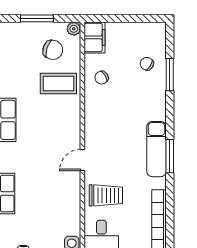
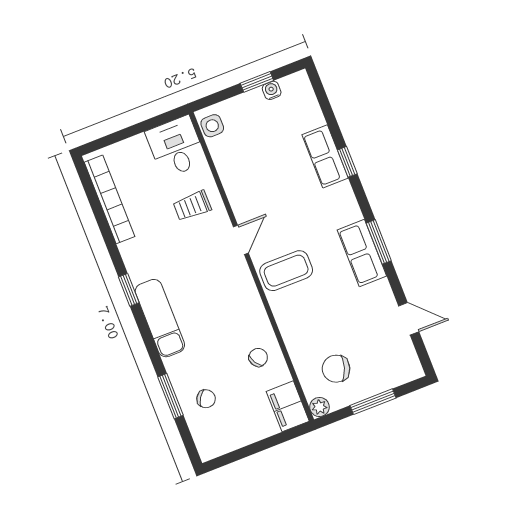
coffee table: (58, 84) -> (286, 271), moved
exam couch: (156, 149) -> (160, 318), moved
window: (170, 156) -> (129, 290), width x0.67
trolley: (106, 195) -> (192, 206), width x0.73, depth x0.72

